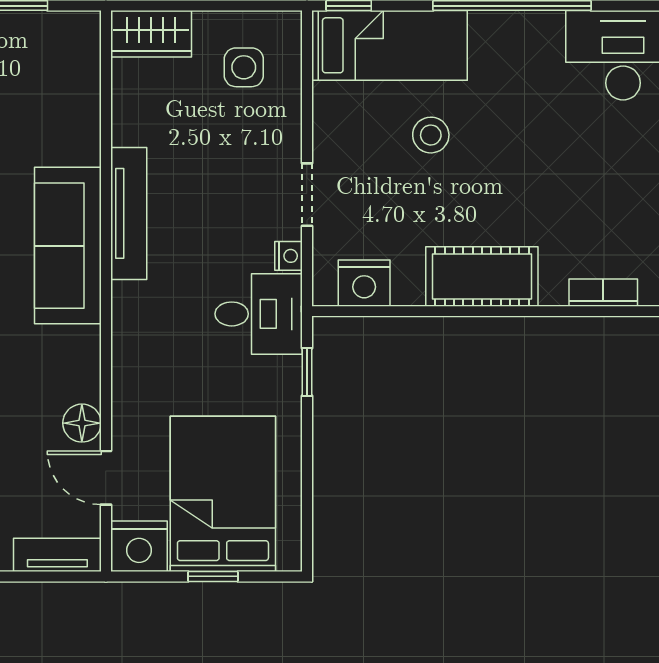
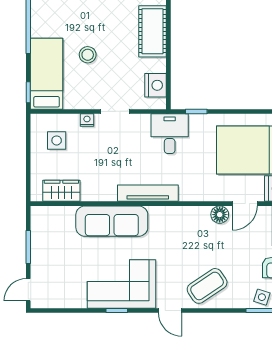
wardrobe: (151, 34) -> (61, 191), moved, turned -90
tv unit: (129, 213) -> (148, 193), moved
sofa: (68, 246) -> (112, 221), moved
nightstand: (288, 256) -> (87, 120), moved

